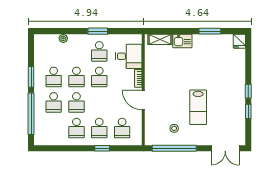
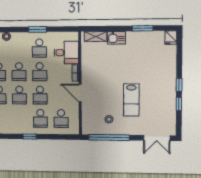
school desk: (76, 128) -> (40, 95), moved
window: (102, 148) -> (30, 137), moved

